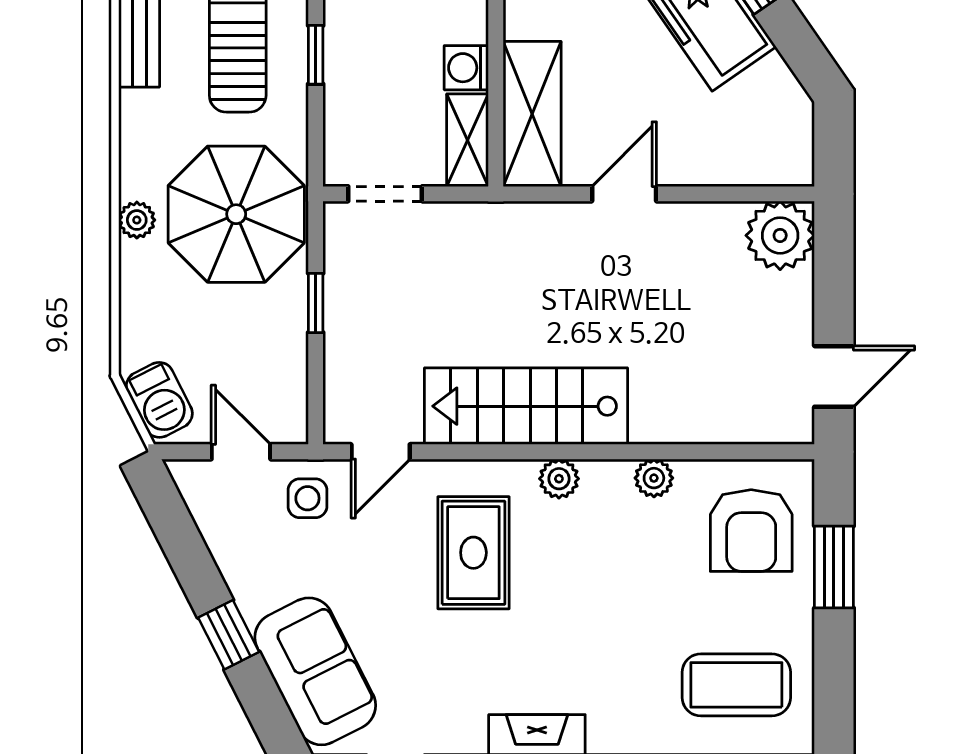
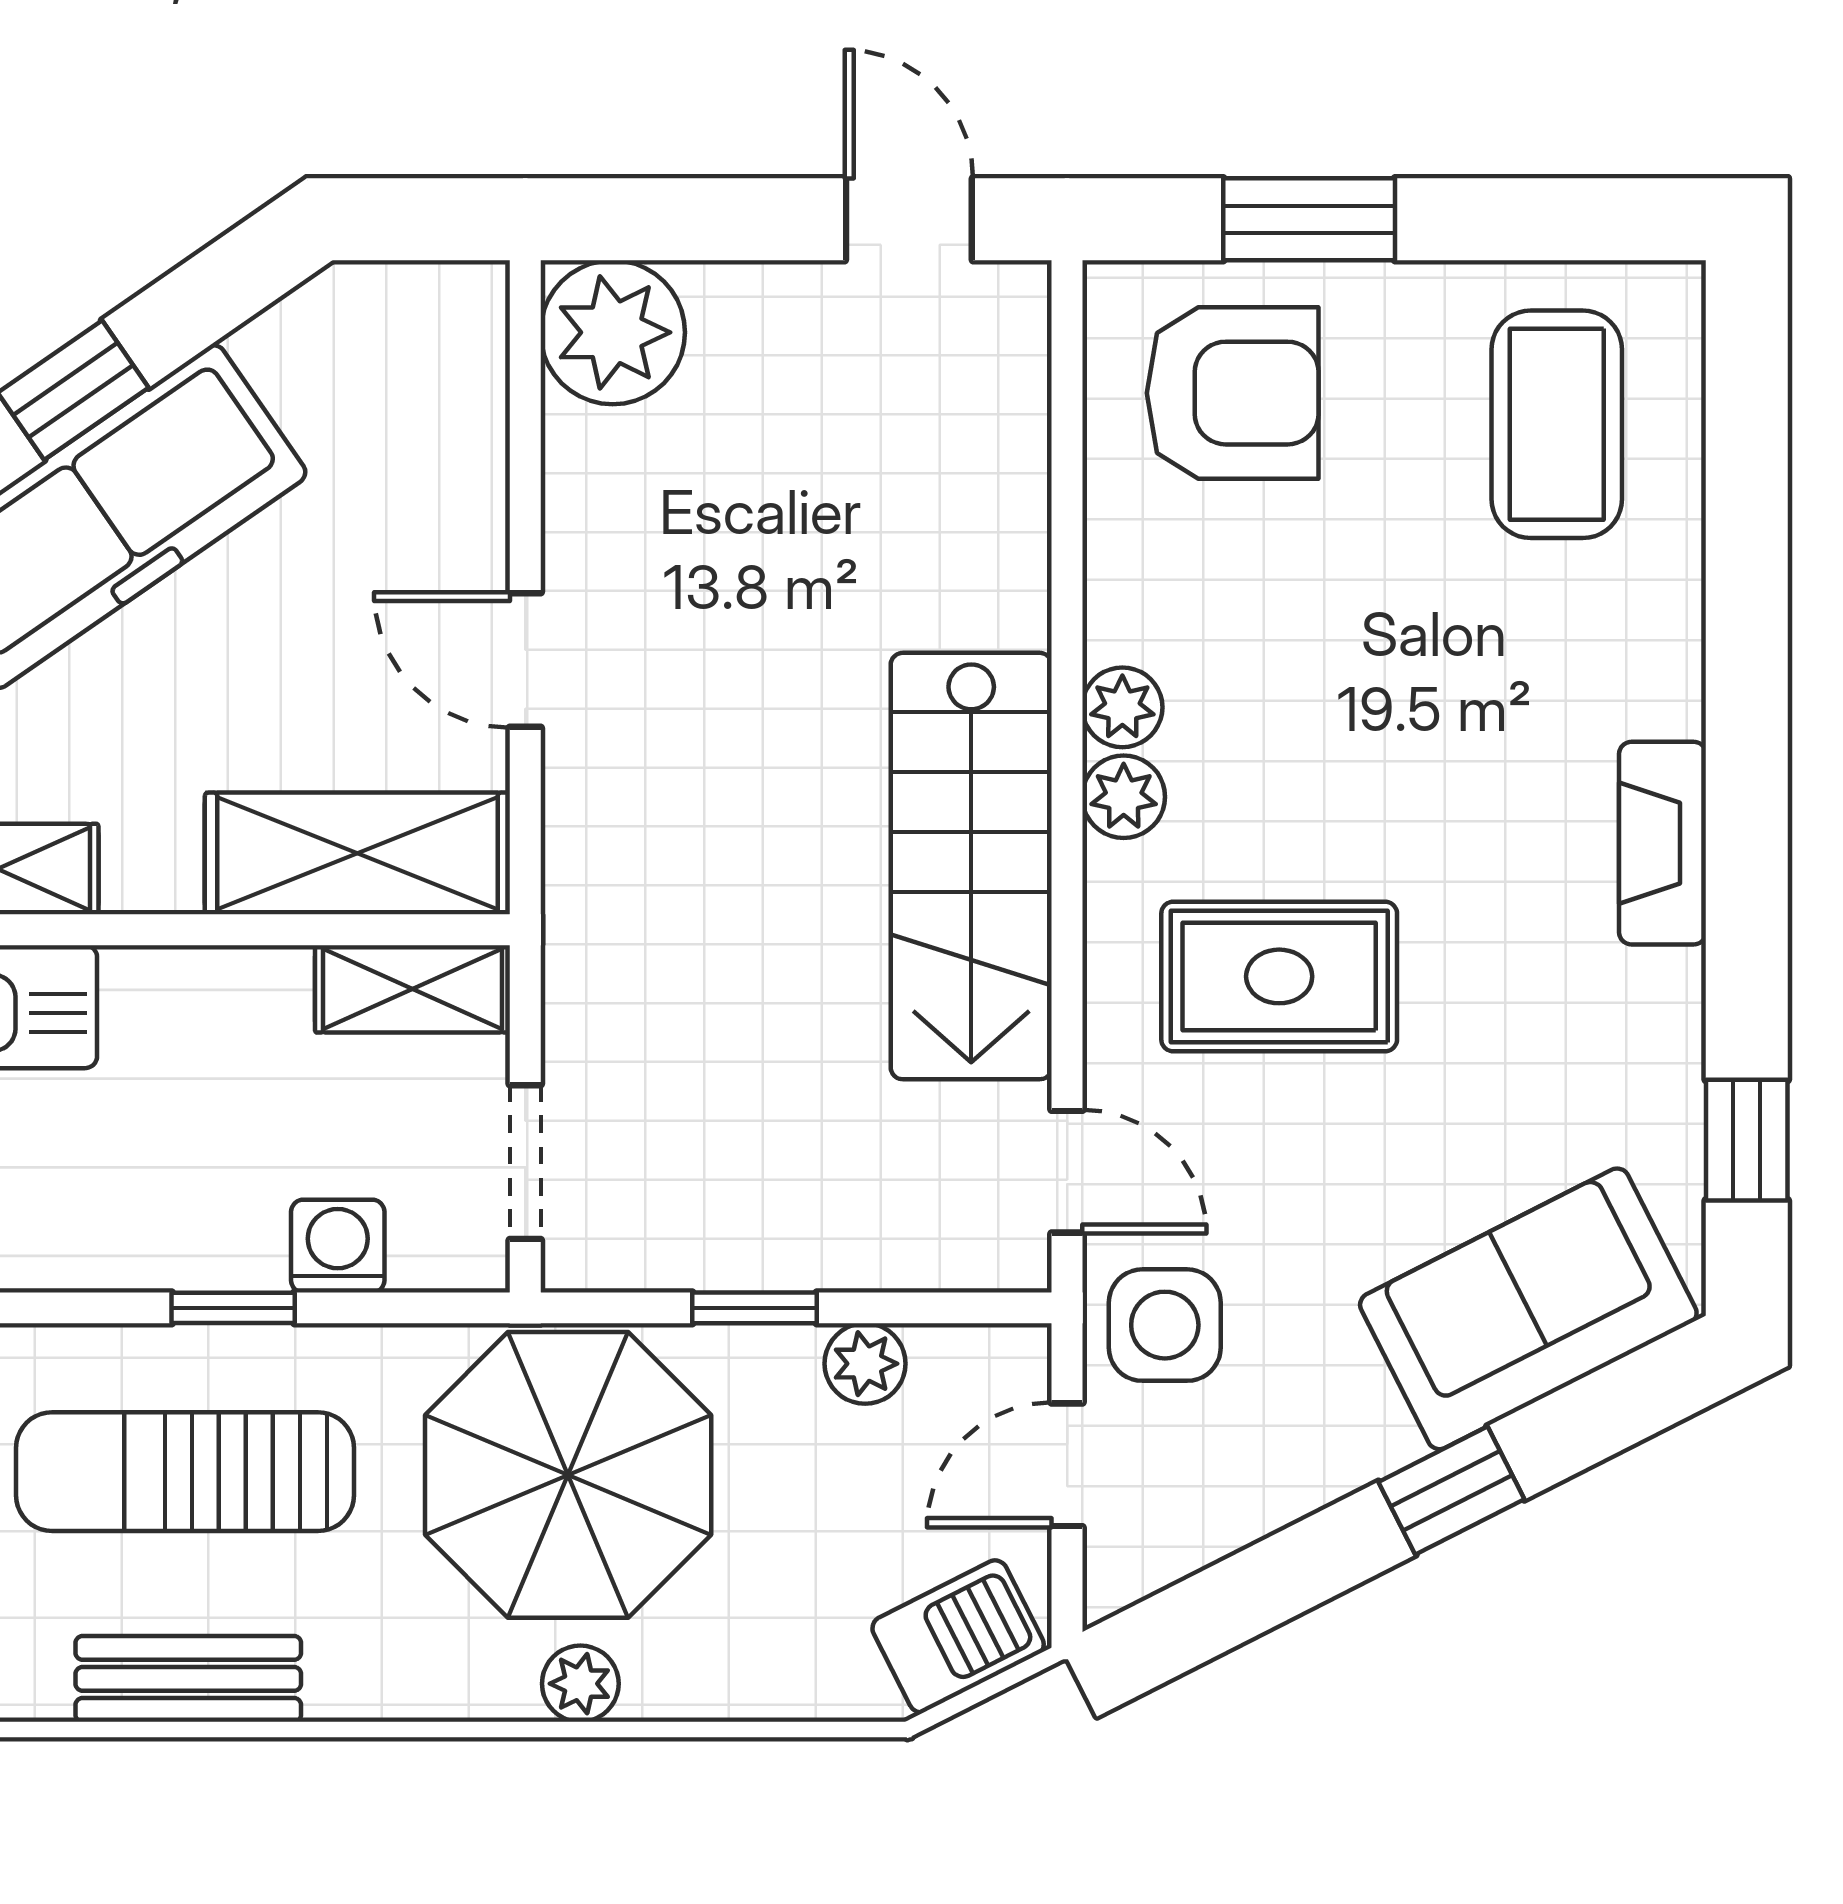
washing machine: (466, 68) -> (338, 1246), moved, turned 180
plant: (289, 356) -> (865, 1364), added
plant: (654, 478) -> (1122, 707), moved
side table: (307, 498) -> (1165, 1325), width x1.37, depth x1.37

